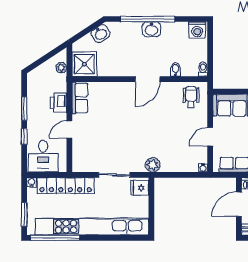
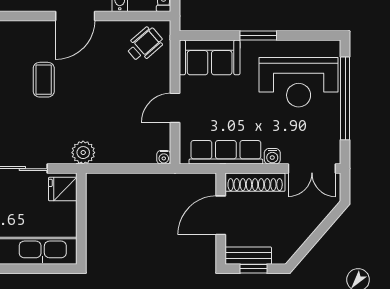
wheelchair: (191, 97) -> (145, 44), turned 49
coffee table: (128, 119) -> (44, 80), added

